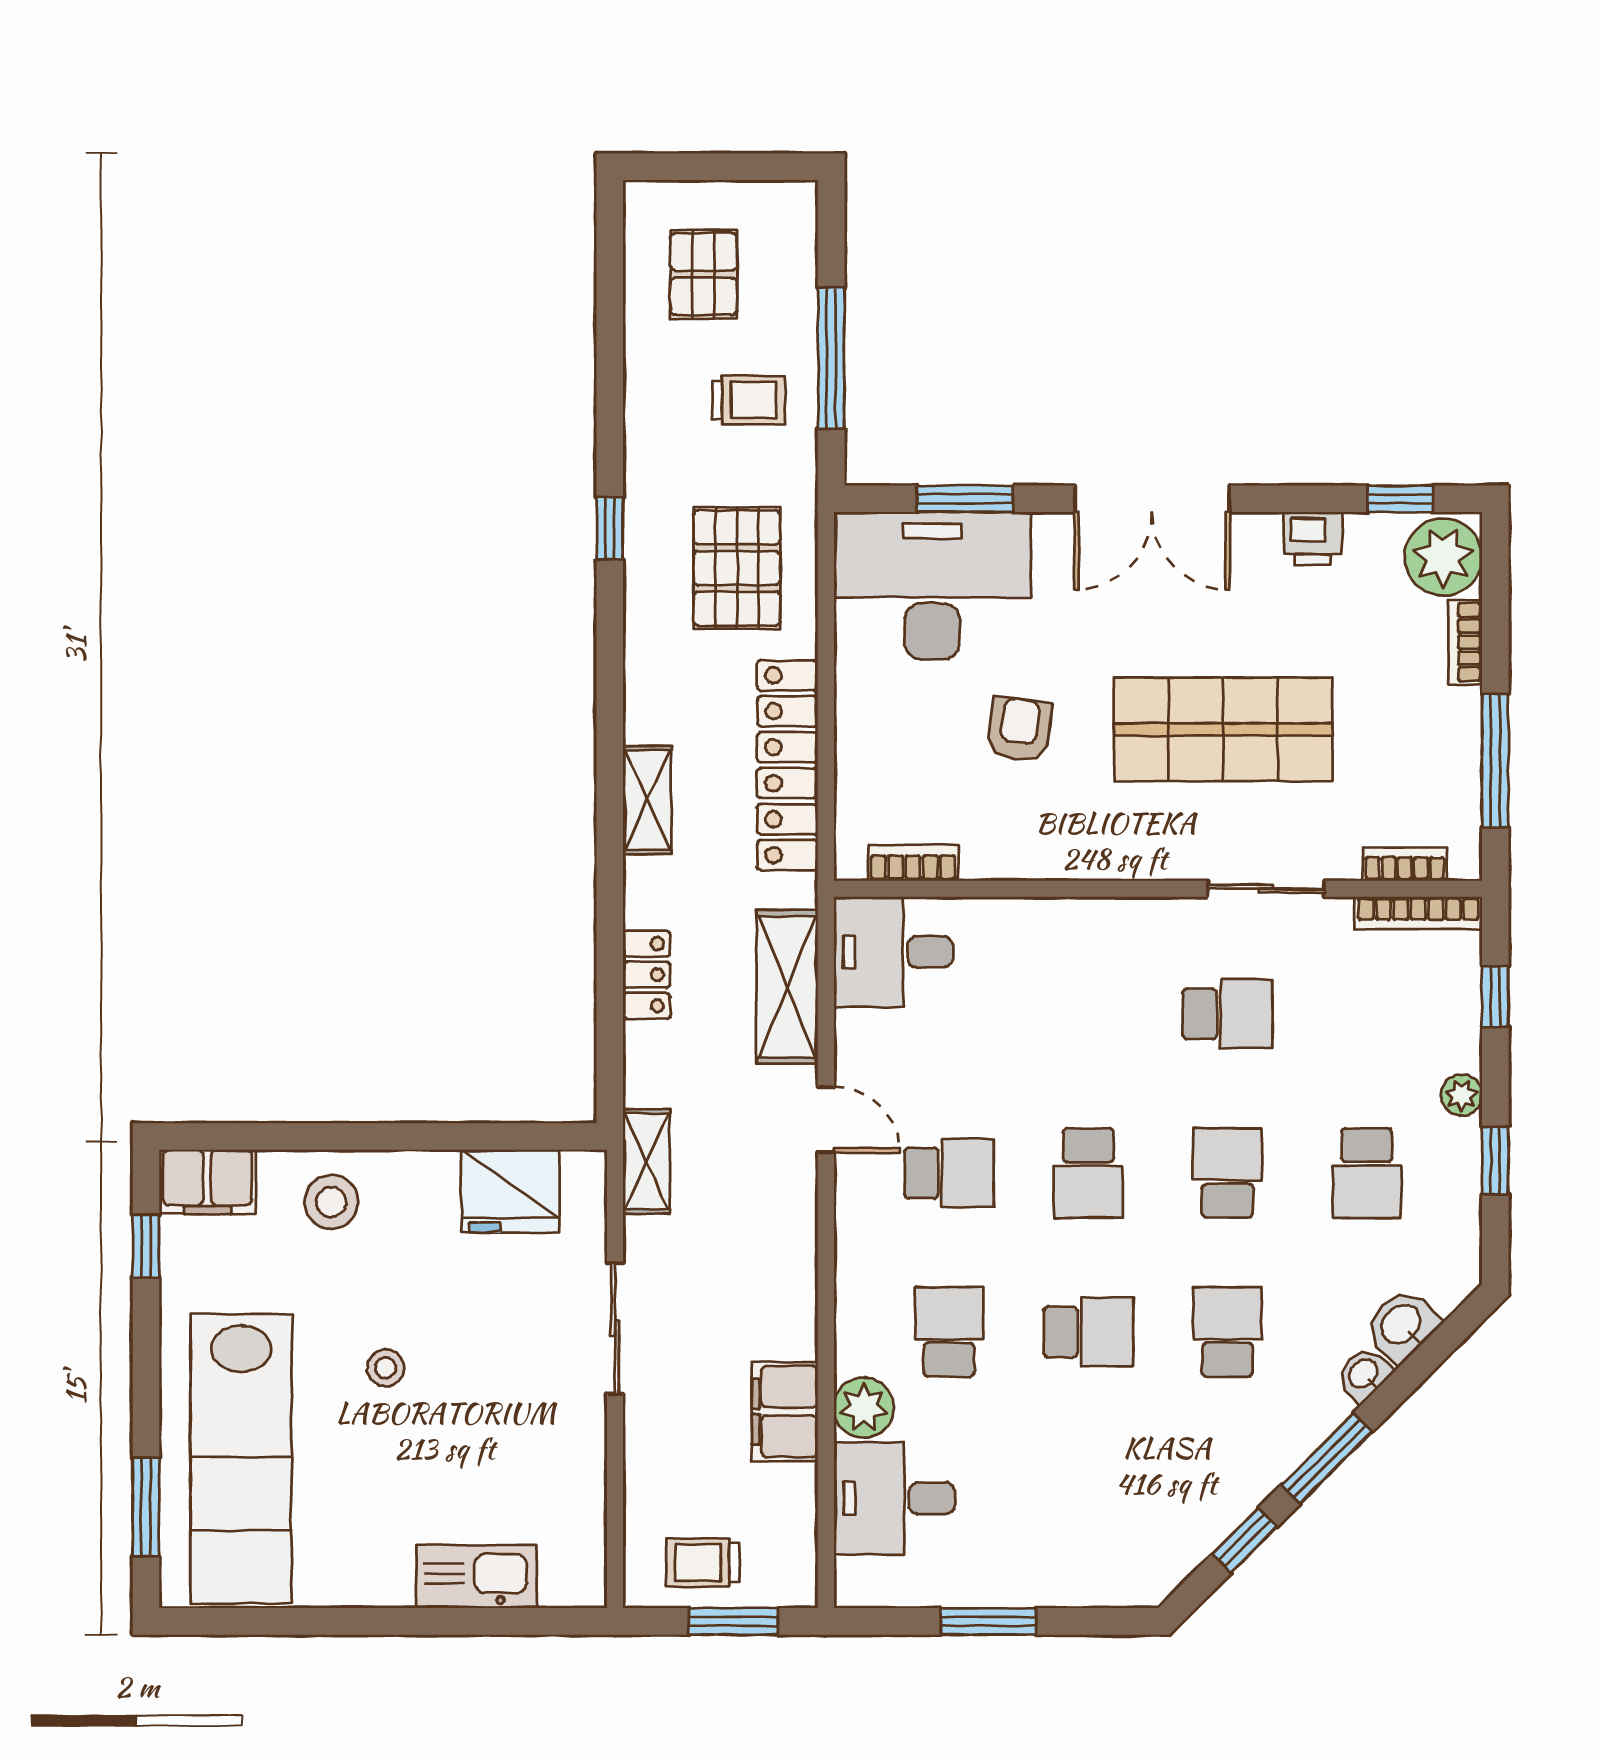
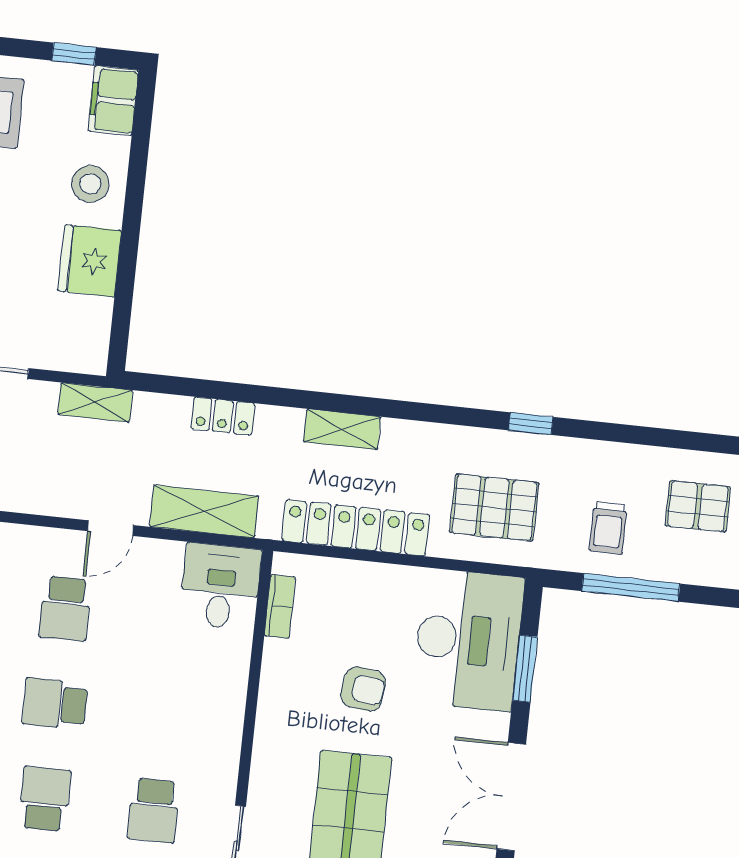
school desk: (1228, 1173) -> (45, 799), turned -90
fridge: (510, 1191) -> (90, 261), moved

